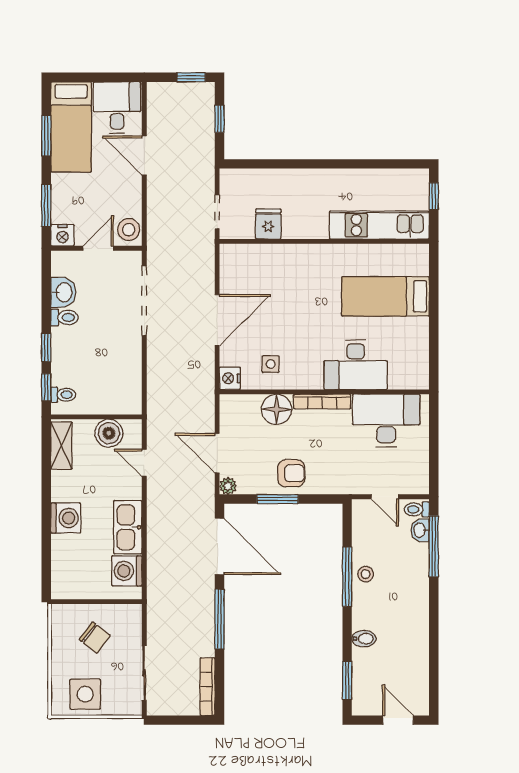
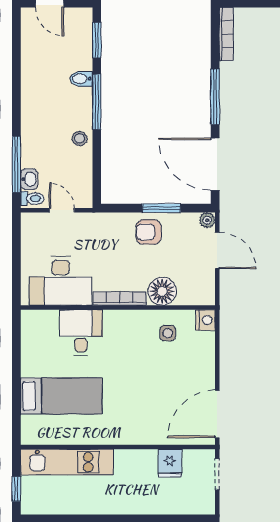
door: (217, 320) -> (217, 414), moved
desk: (356, 365) -> (81, 333), width x0.73
window: (347, 577) -> (97, 102), moved

